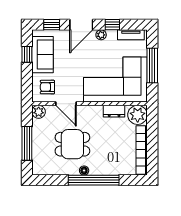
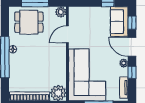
sofa: (43, 55) -> (119, 22), moved, turned 90
armchair: (47, 87) -> (81, 19), removed
dresser: (114, 111) -> (61, 74), removed
dining table: (72, 144) -> (29, 22), moved, turned 90

